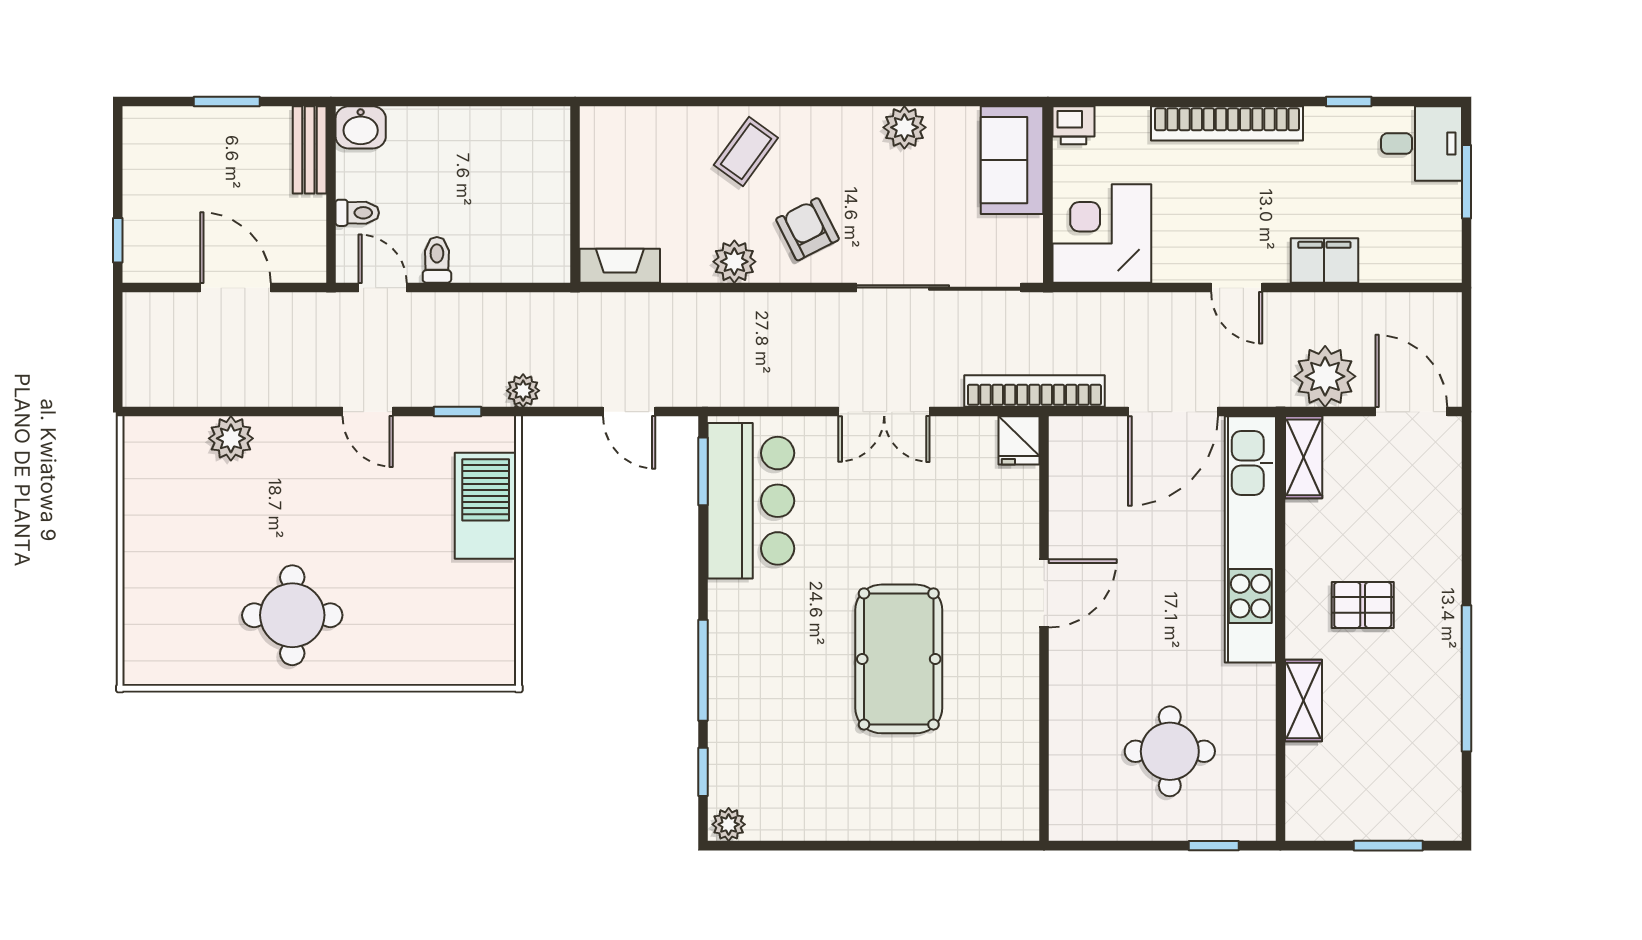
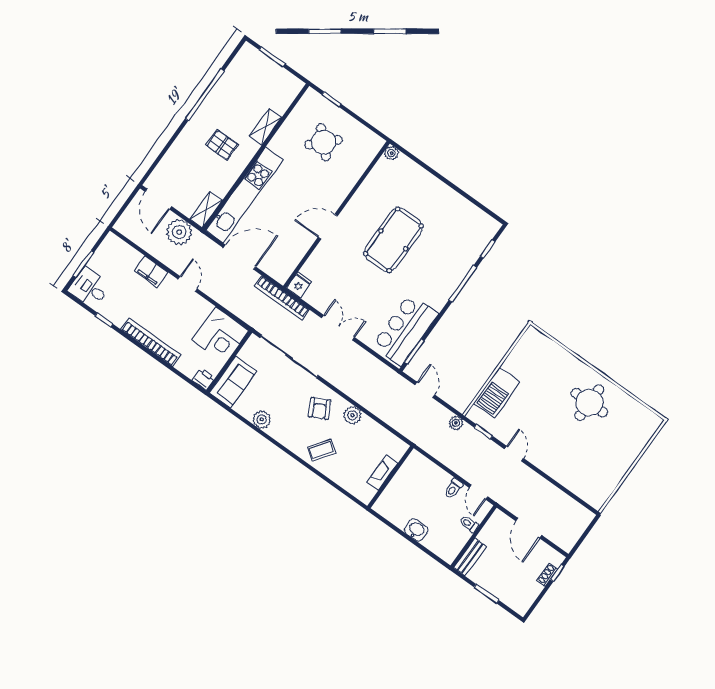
washbasin: (361, 127) -> (416, 530), moved
shoe rack: (135, 223) -> (547, 575), added
fireplace: (620, 266) -> (382, 473), moved, turned 90
plant: (231, 438) -> (567, 478), removed
round table: (1170, 751) -> (324, 142), turned 45
plant: (729, 824) -> (391, 153), moved

